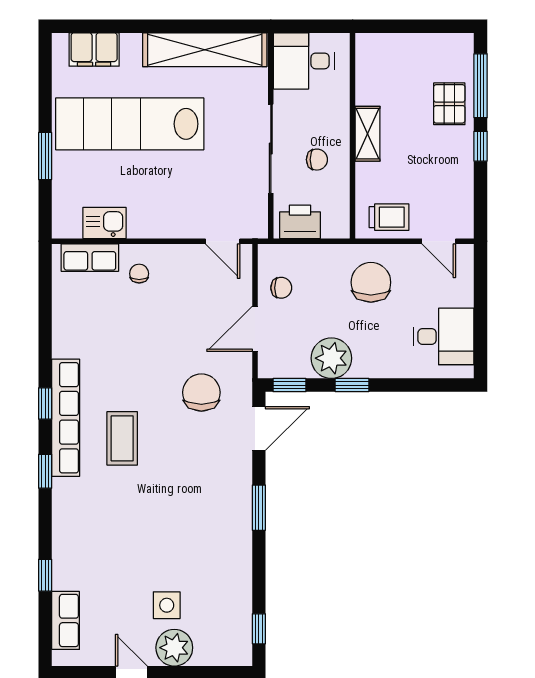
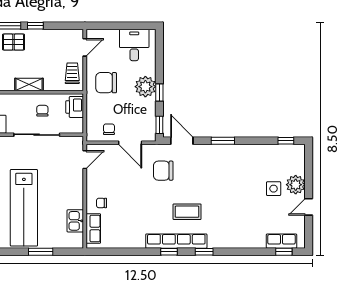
printer: (300, 222) -> (75, 107), moved
plant: (331, 358) -> (145, 87), moved
window: (45, 575) -> (284, 252), moved

